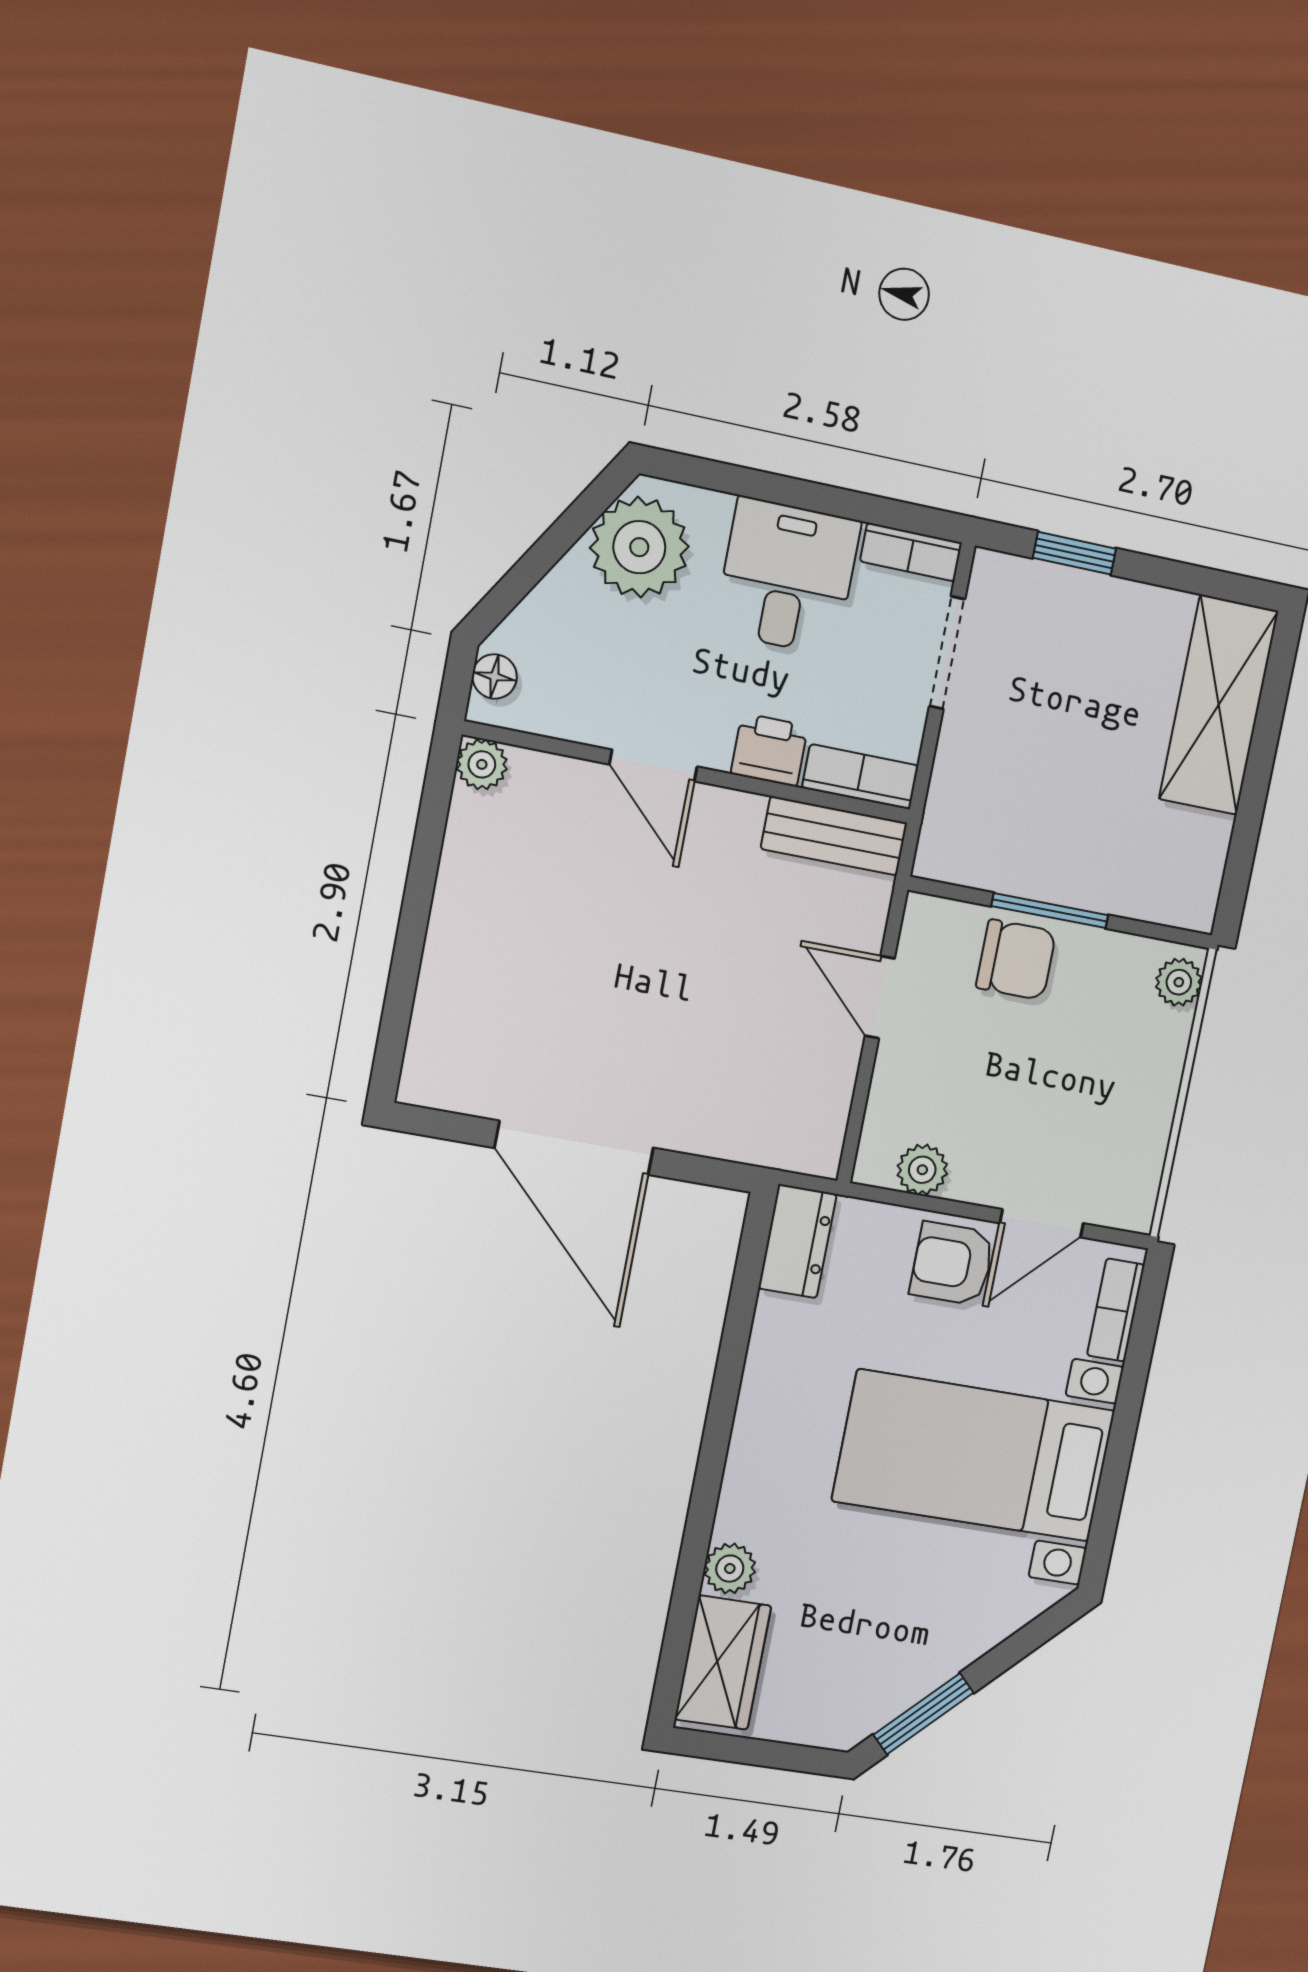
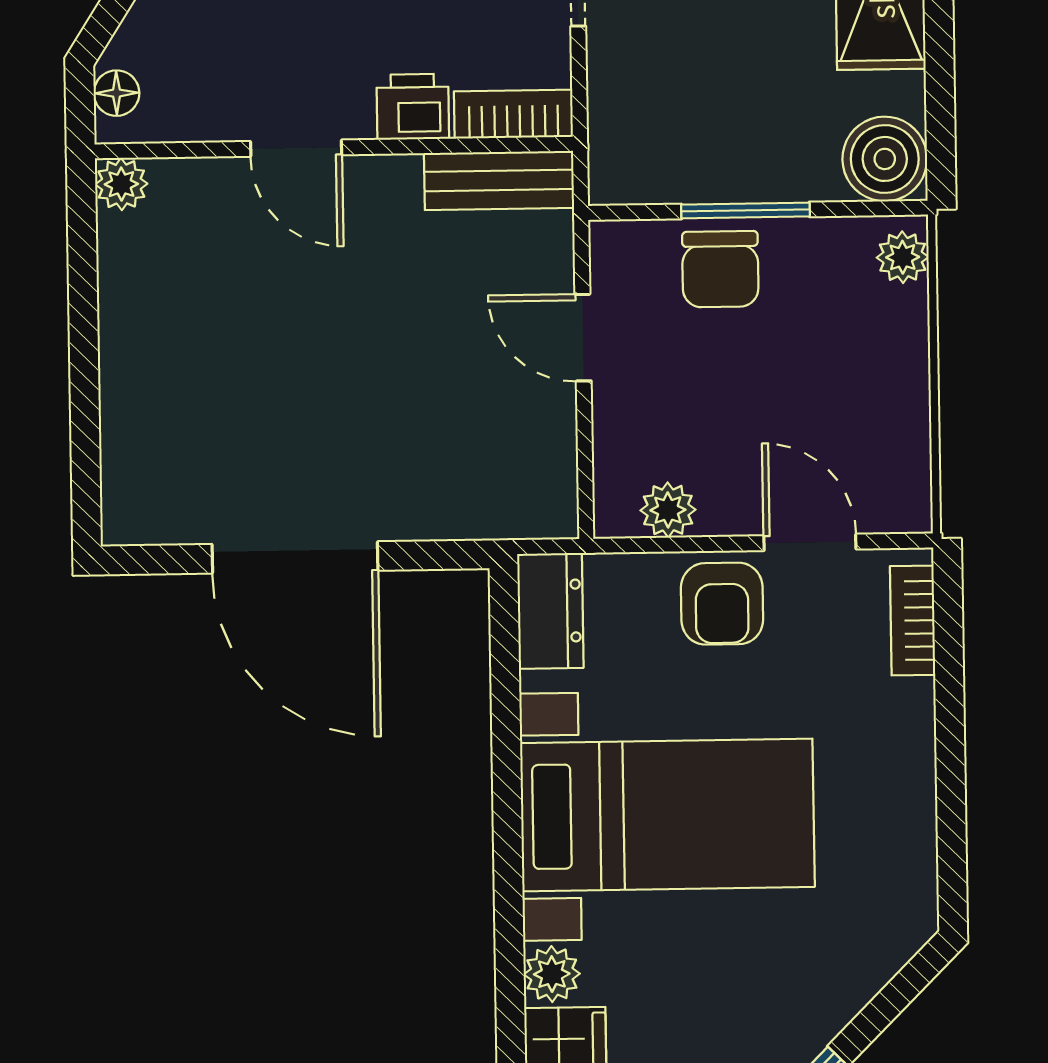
boiler: (1183, 890) -> (885, 159), added
chair: (1016, 960) -> (720, 269), turned 90
door: (1042, 1223) -> (810, 542), swing flipped
armchair: (952, 1264) -> (722, 604), turned -90
bed with nightstands: (974, 1456) -> (667, 815), moved, turned 180

